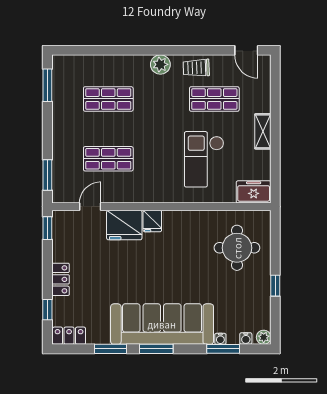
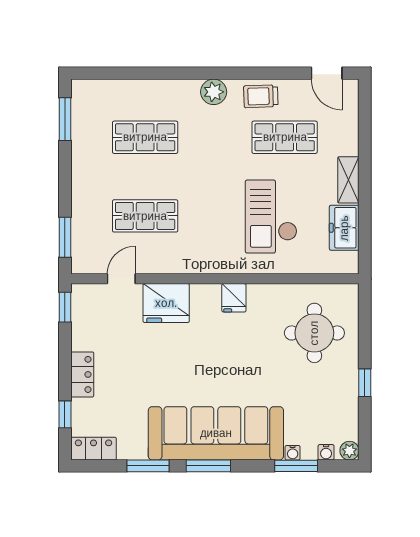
freezer: (254, 192) -> (344, 228), moved, turned -90
fridge: (152, 221) -> (234, 298), moved

